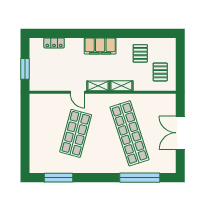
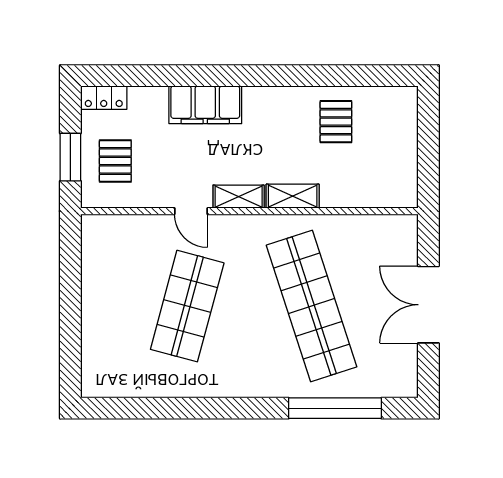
locker: (54, 43) -> (104, 98), moved
filing cabinet: (100, 46) -> (205, 105), moved
pallet: (160, 72) -> (115, 161), moved
window: (58, 178) -> (147, 408), removed

